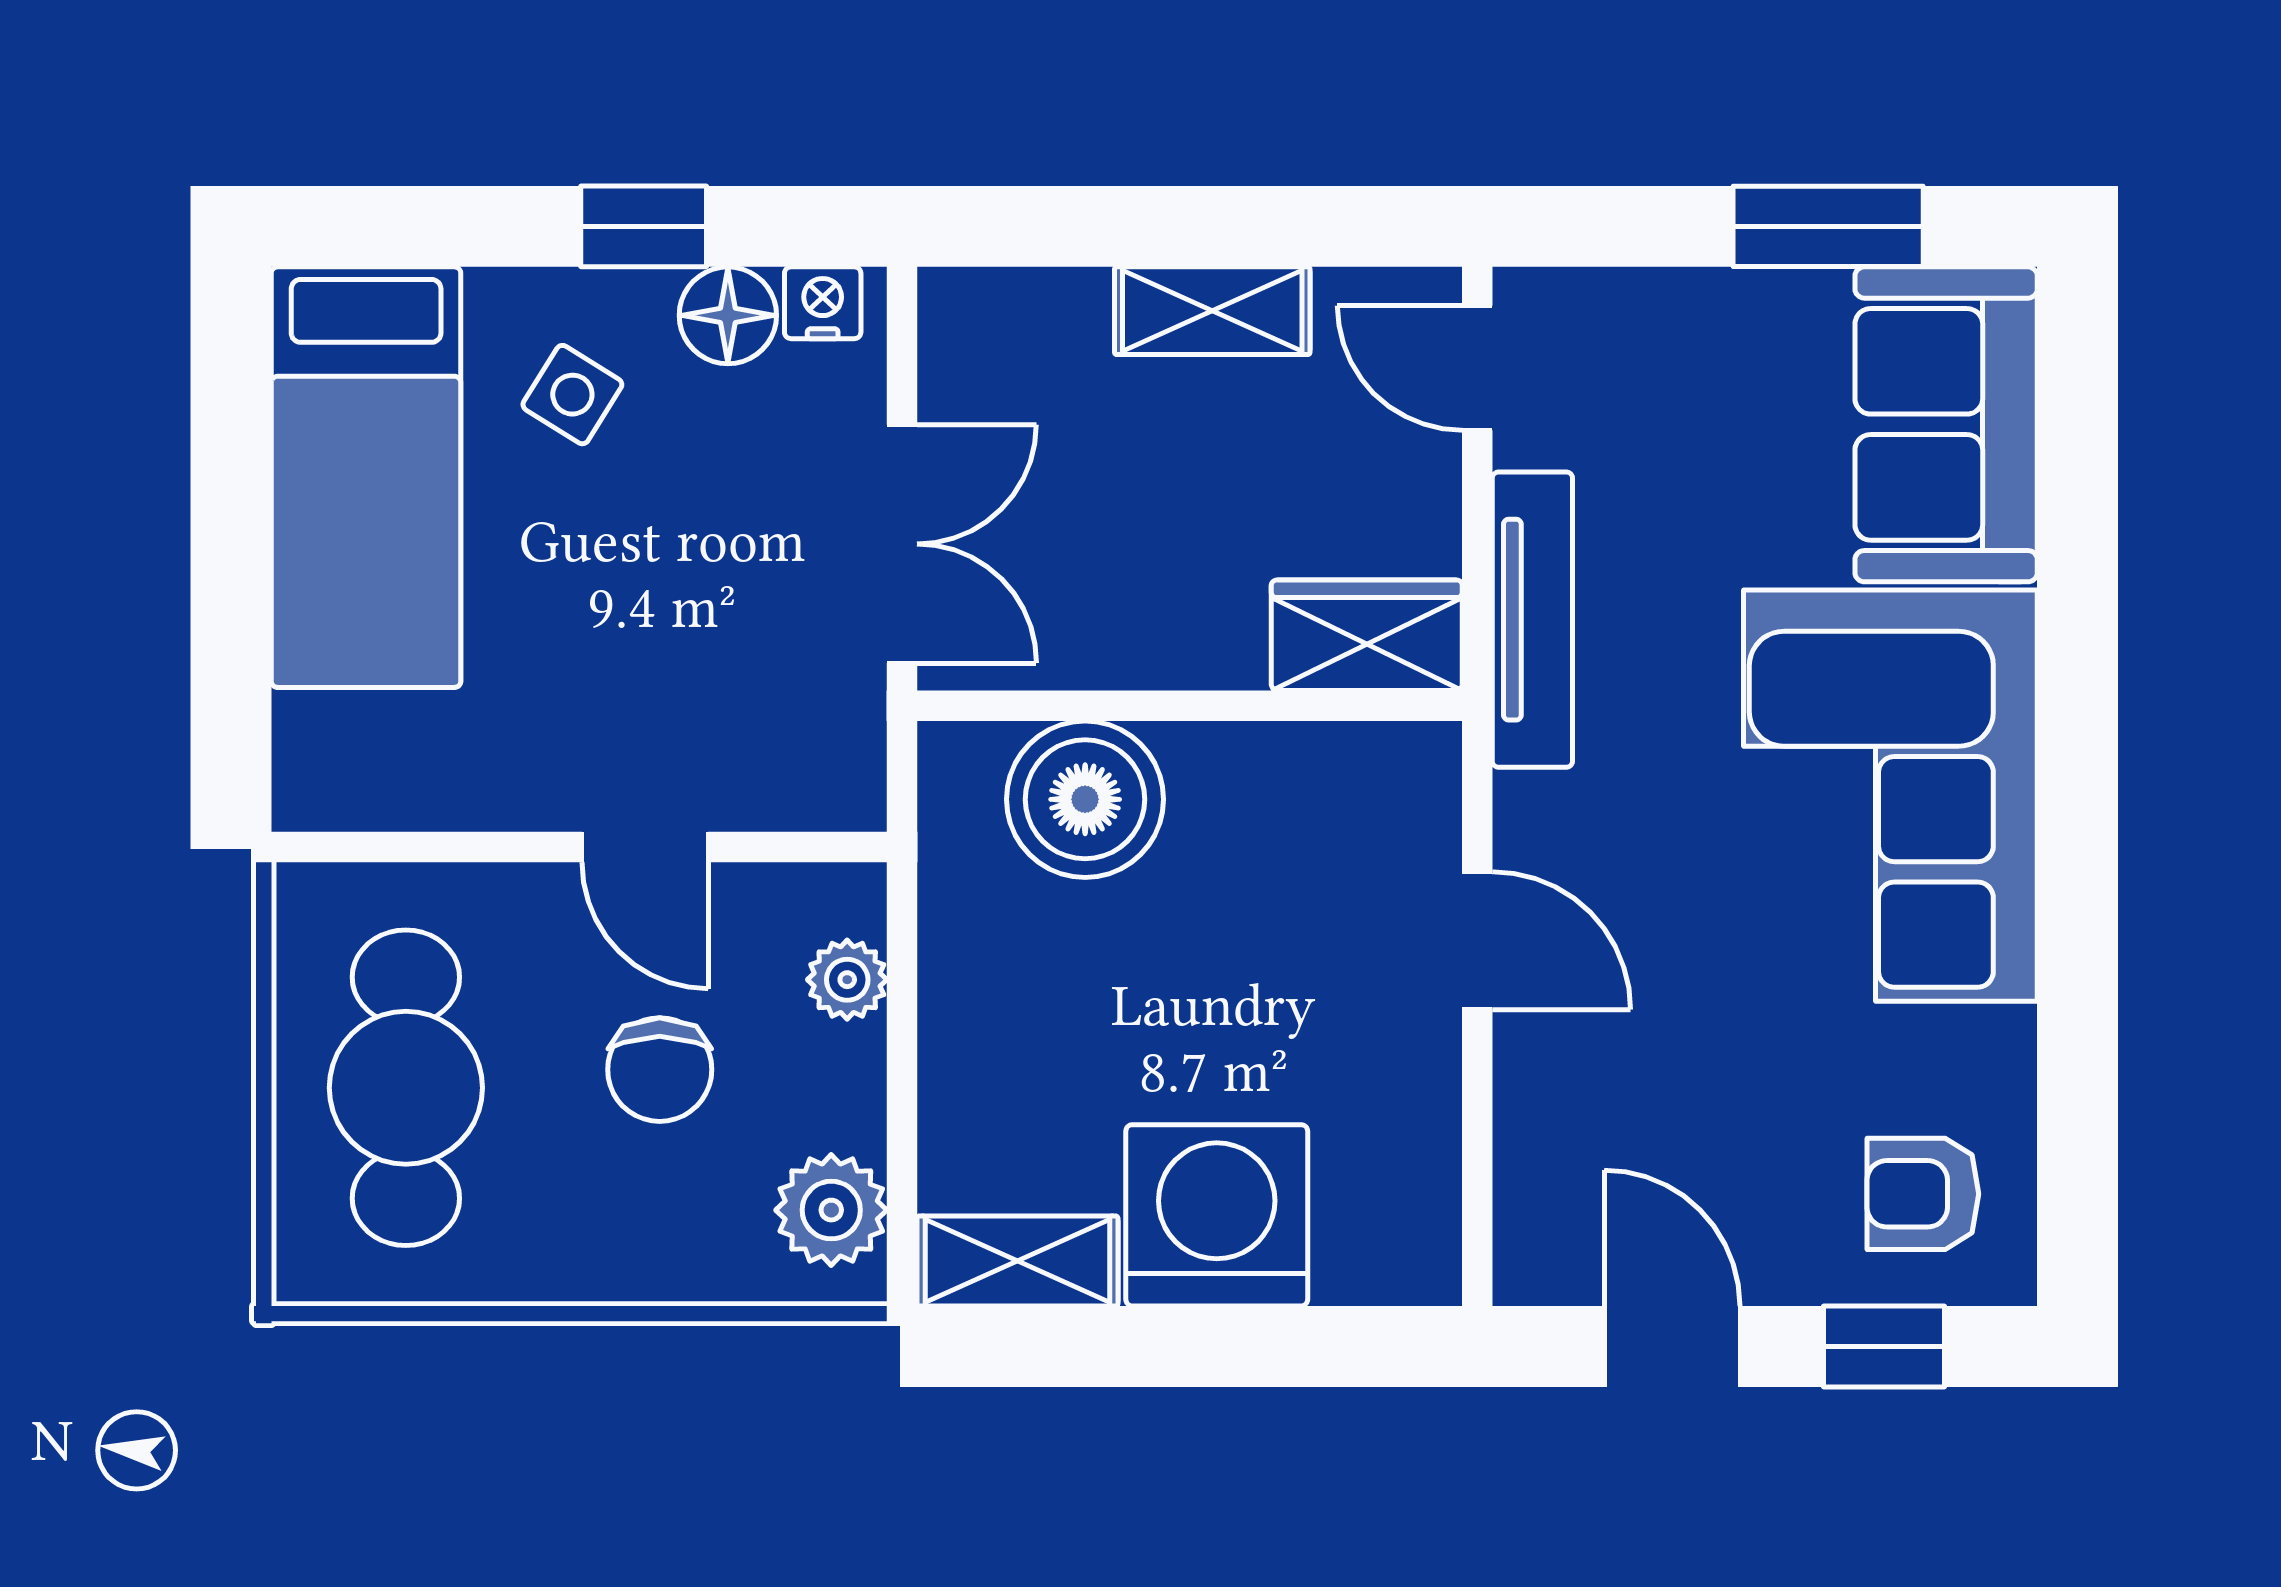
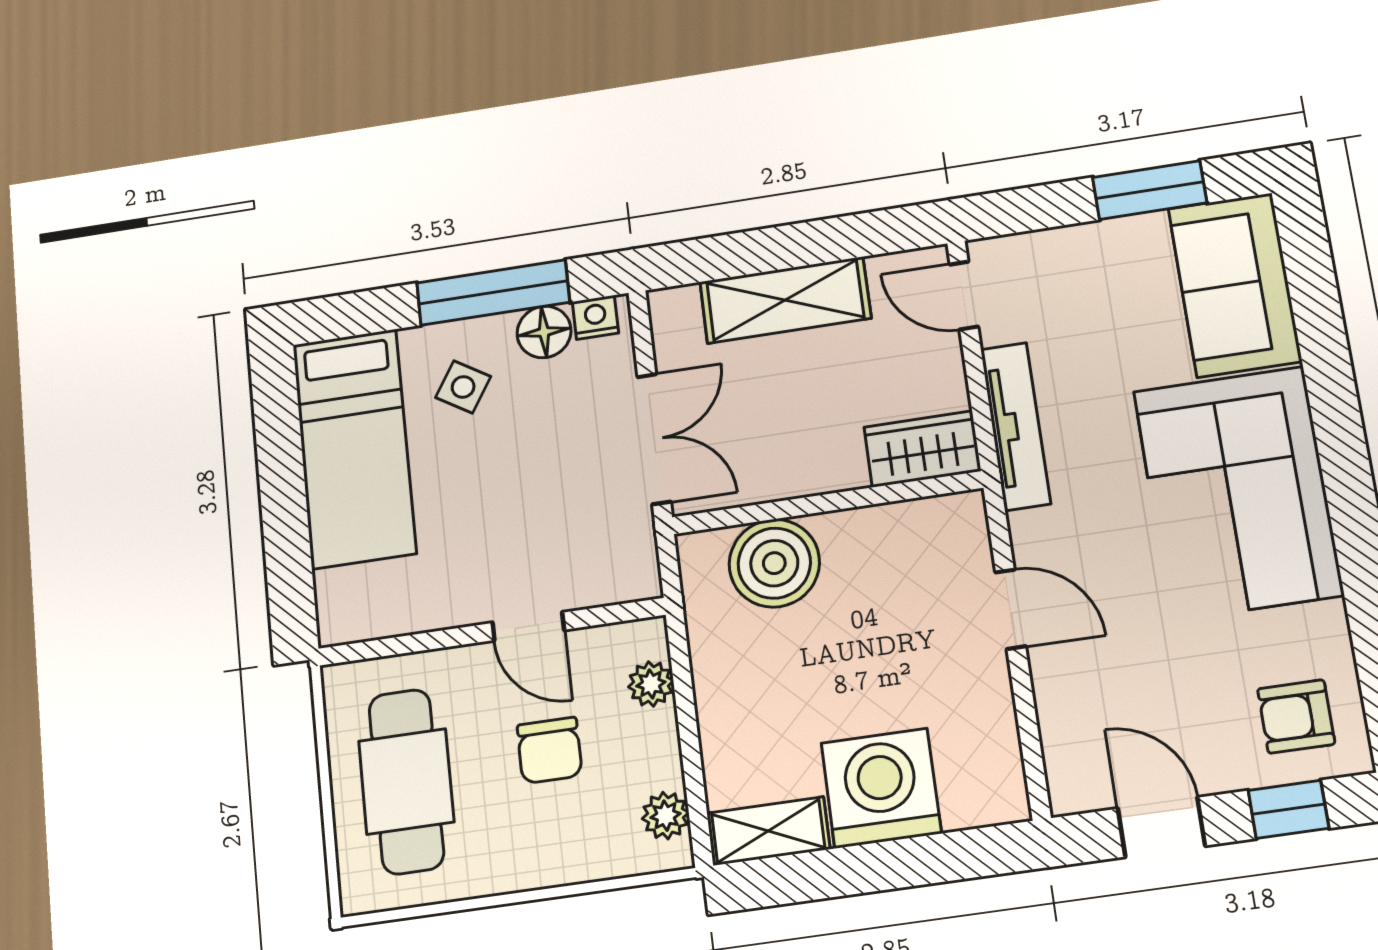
window: (644, 226) -> (493, 293), width x2.17
shelving: (1212, 311) -> (785, 300), width x1.50, depth x1.33
plant: (831, 1210) -> (665, 816), width x0.73, depth x0.73

